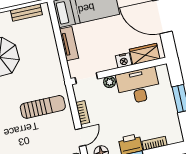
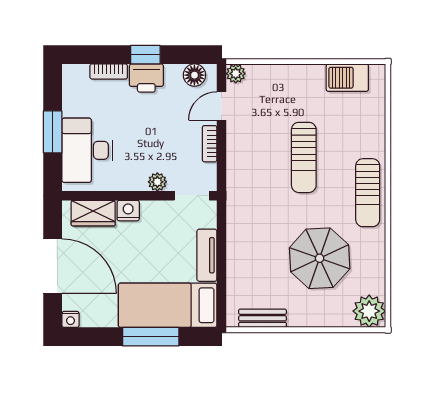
desk: (138, 86) -> (87, 150), moved, turned 90
sun lounger: (43, 107) -> (304, 157), moved, turned -90

